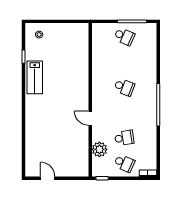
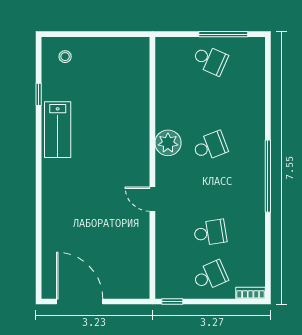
school desk: (124, 87) -> (210, 146), turned -42
plant: (99, 149) -> (168, 143), moved
school desk: (124, 163) -> (210, 276), turned -48
door: (48, 178) -> (80, 301), width x1.88

